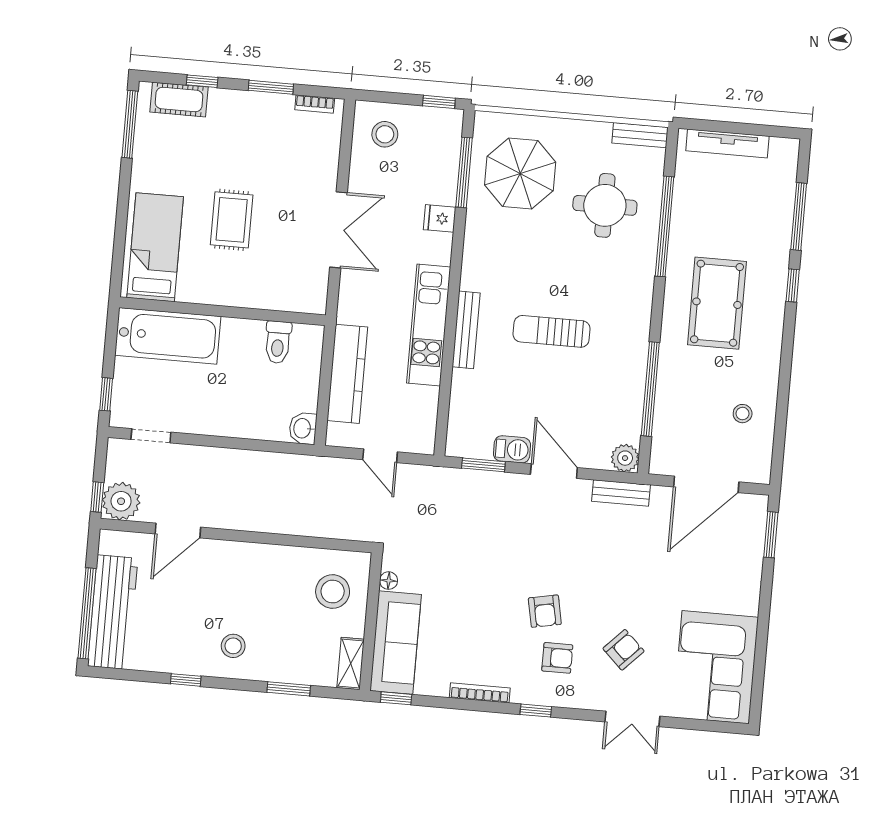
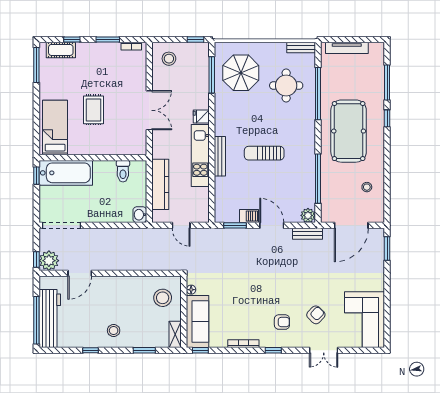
fridge: (440, 218) -> (201, 117), moved
pool table: (717, 303) -> (349, 131), width x1.36, depth x1.32
window: (106, 394) -> (36, 176), moved
doorway: (151, 436) -> (61, 225), width x1.88
armchair: (545, 611) -> (273, 298), removed

